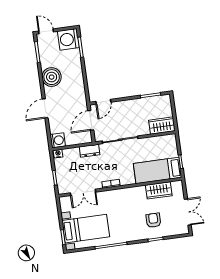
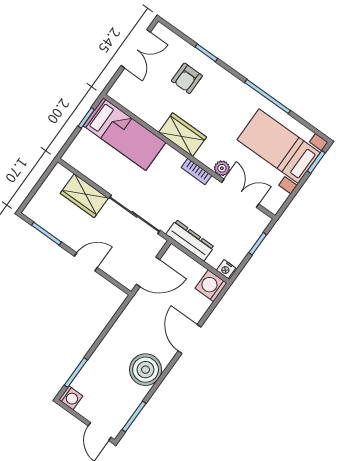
washing machine: (68, 39) -> (71, 398), width x0.53, depth x0.53
door: (103, 102) -> (86, 262), moved
door: (45, 108) -> (189, 339), swing flipped
wardrobe: (162, 125) -> (84, 196), moved
dresser: (90, 151) -> (190, 240), width x1.44
wardrobe: (159, 190) -> (183, 135), moved
plant: (101, 196) -> (222, 168), added
double door: (188, 212) -> (136, 49), swing flipped

